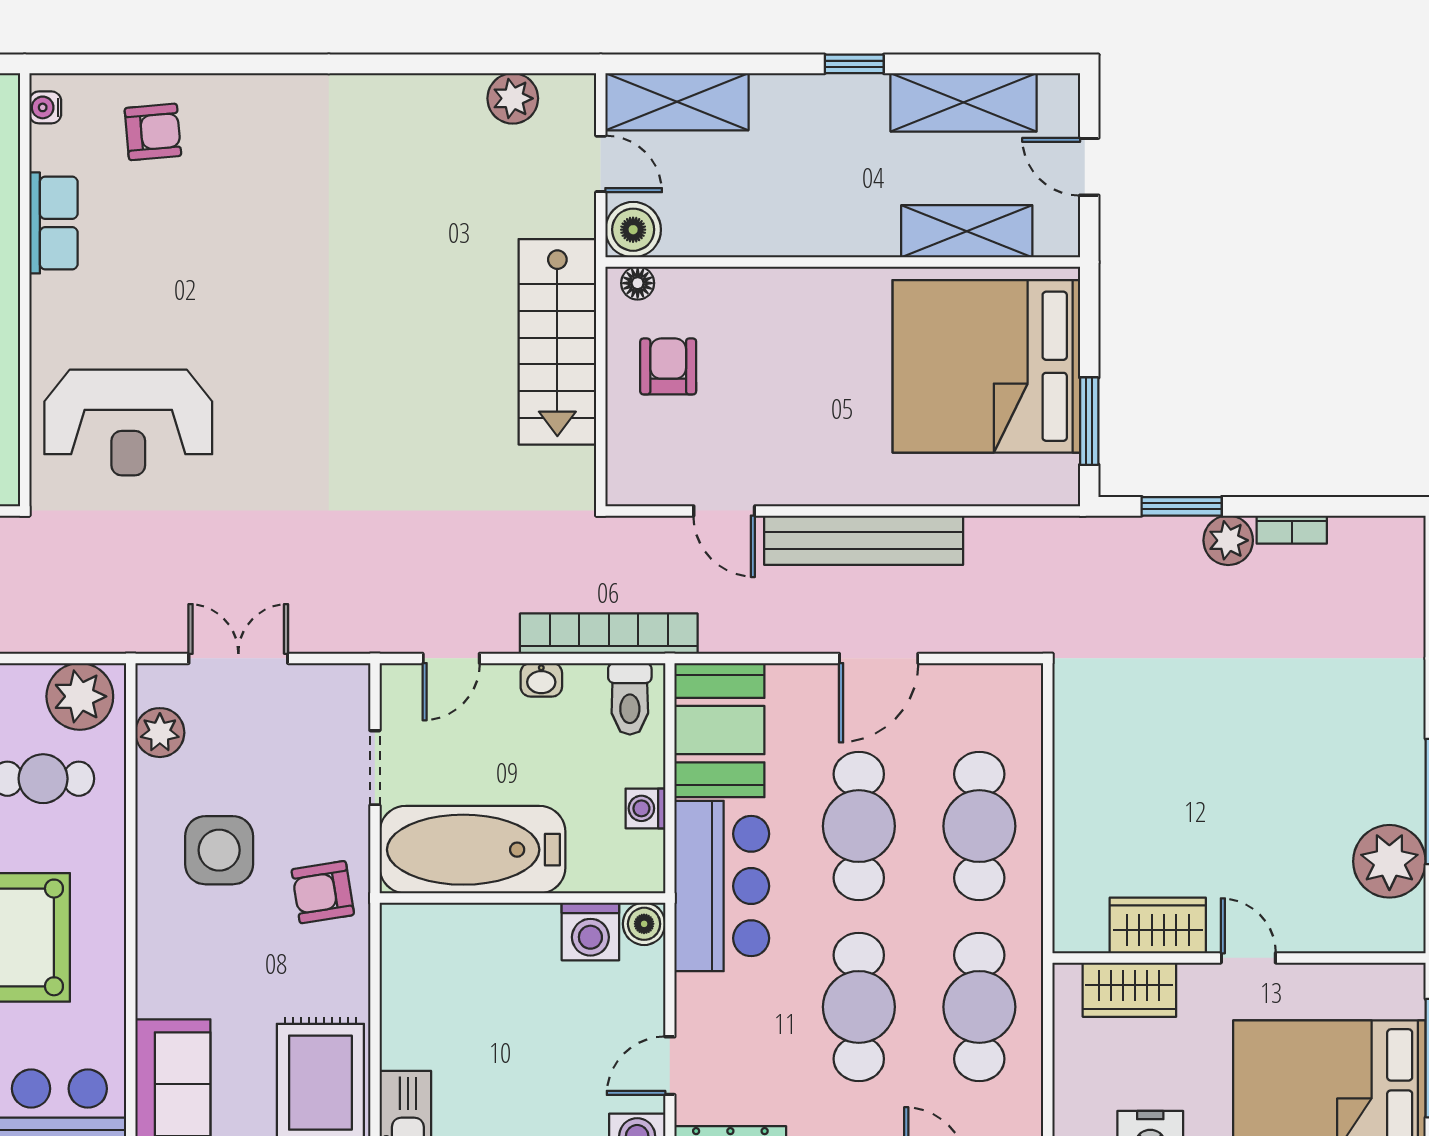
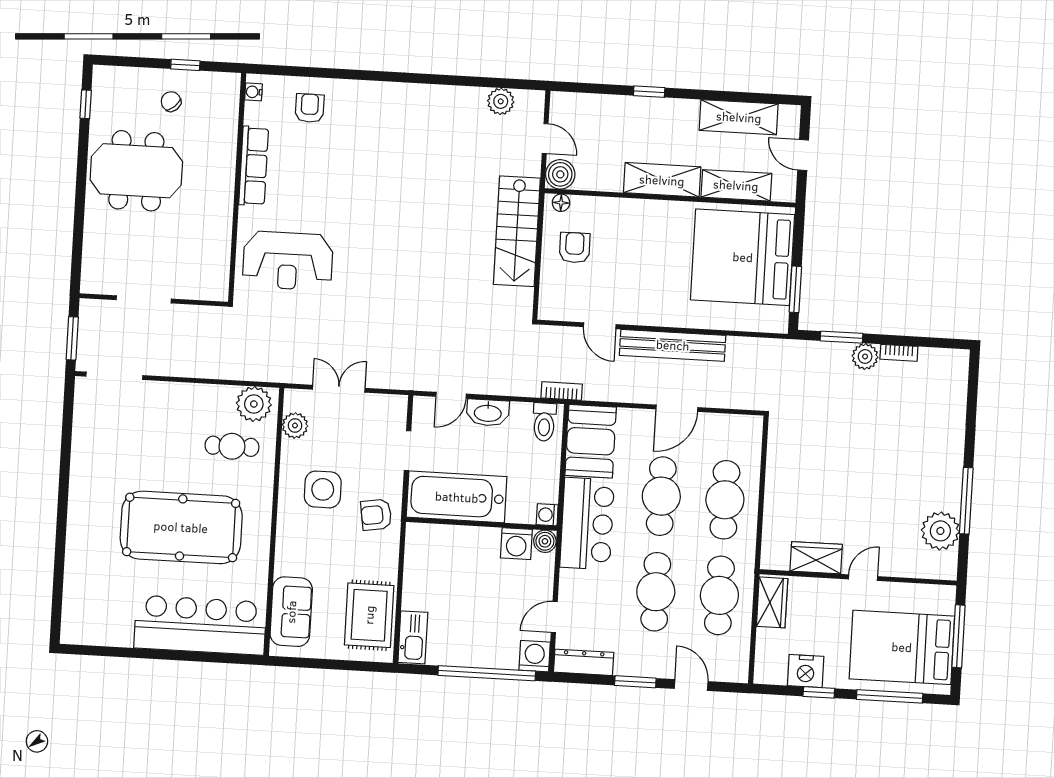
window: (854, 64) -> (649, 92), moved
shelving: (677, 102) -> (662, 180), moved
armchair: (153, 132) -> (310, 108), turned -85
row of seats: (53, 223) -> (254, 166), width x1.48
bookcase: (609, 634) -> (562, 391), width x0.43, depth x0.76
washbasin: (541, 680) -> (488, 413), width x1.91, depth x1.45
washing machine: (645, 808) -> (547, 515), moved
door: (1248, 958) -> (863, 578), hinge flipped
wardrobe: (1129, 990) -> (772, 602), moved, turned -90

